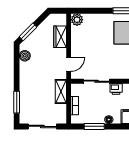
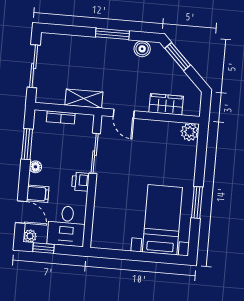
window: (17, 102) -> (112, 34), moved

